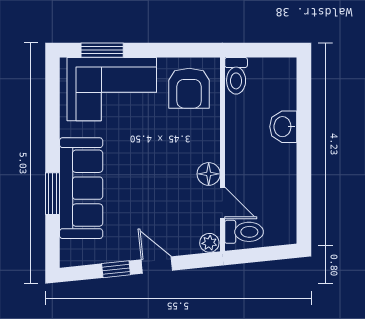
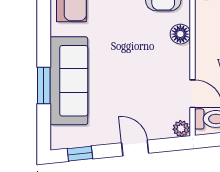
floor lamp: (209, 174) -> (180, 34), moved
window: (116, 269) -> (80, 154), moved

